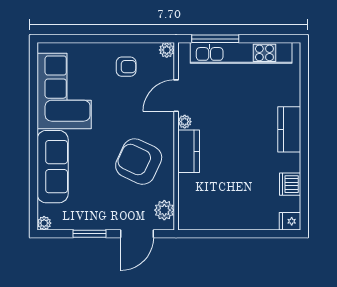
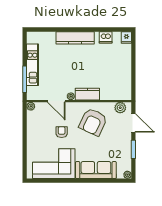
kitchen unit: (241, 53) -> (32, 65), width x0.73
armchair: (126, 67) -> (62, 132), moved
kitchen counter: (289, 129) -> (75, 38), width x1.50

